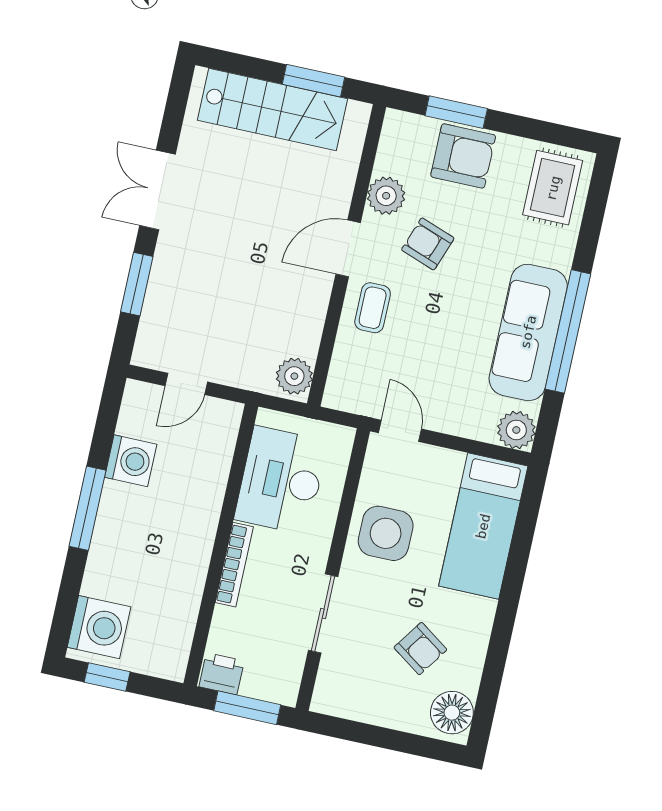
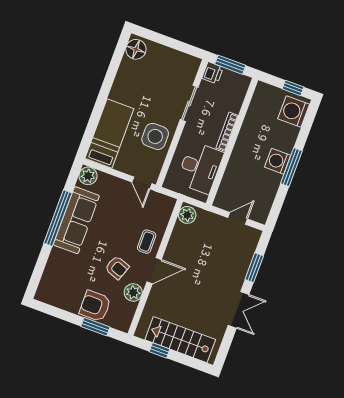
window: (313, 81) -> (159, 350), width x0.67
rug: (553, 188) -> (56, 286), removed
washing machine: (131, 461) -> (278, 161), moved
armchair: (420, 649) -> (146, 81), removed
printer: (222, 674) -> (213, 73), moved, turned -90

